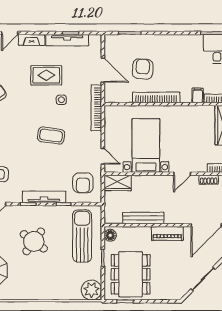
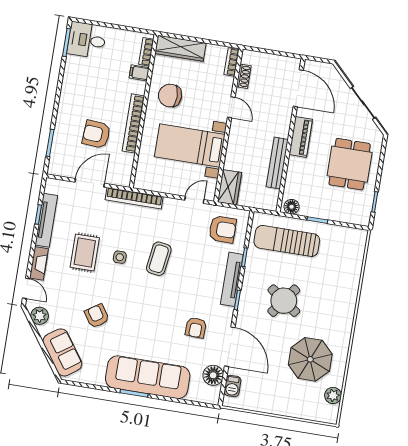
side table: (61, 100) -> (120, 257), moved
chair: (183, 123) -> (170, 96), added
dining table: (131, 274) -> (350, 164), moved, width x0.73
plant: (91, 290) -> (354, 240), removed

